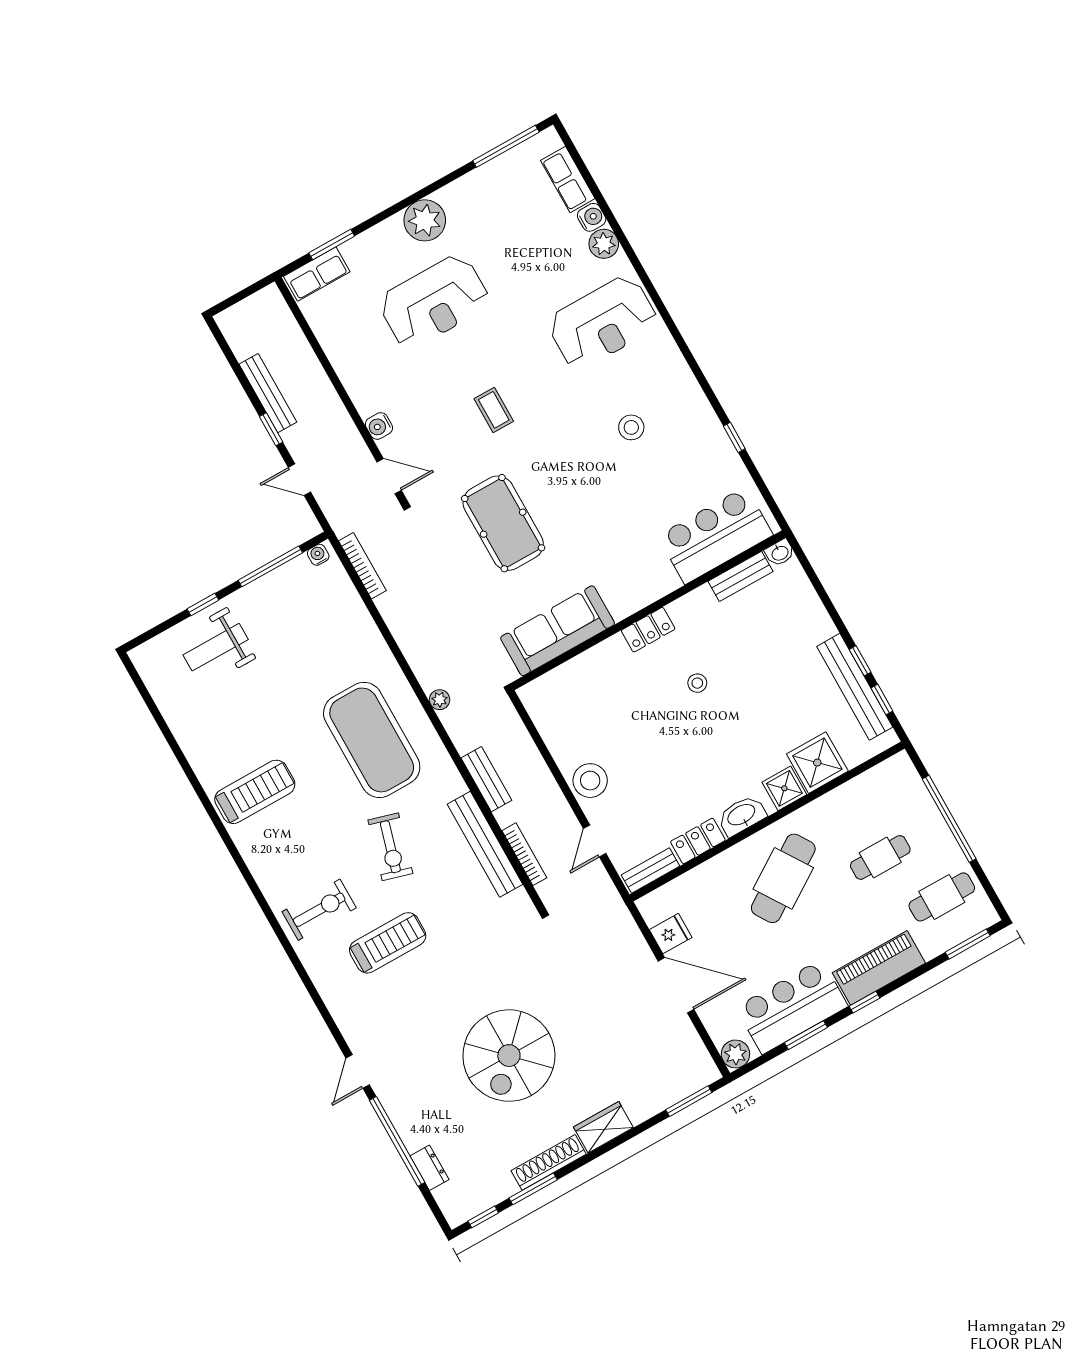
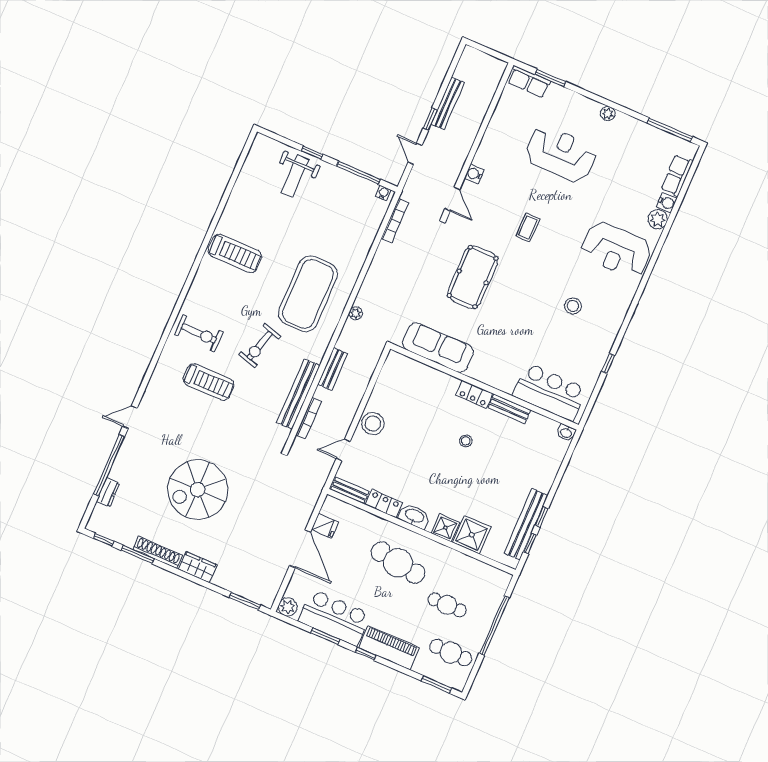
plant: (425, 220) -> (608, 114), width x0.53, depth x0.53
reception desk: (434, 302) -> (561, 154), turned 180
bench: (740, 576) -> (509, 409), moved
weight bench: (216, 647) -> (295, 176), turned -90
cafe table: (783, 878) -> (398, 563), turned 42

